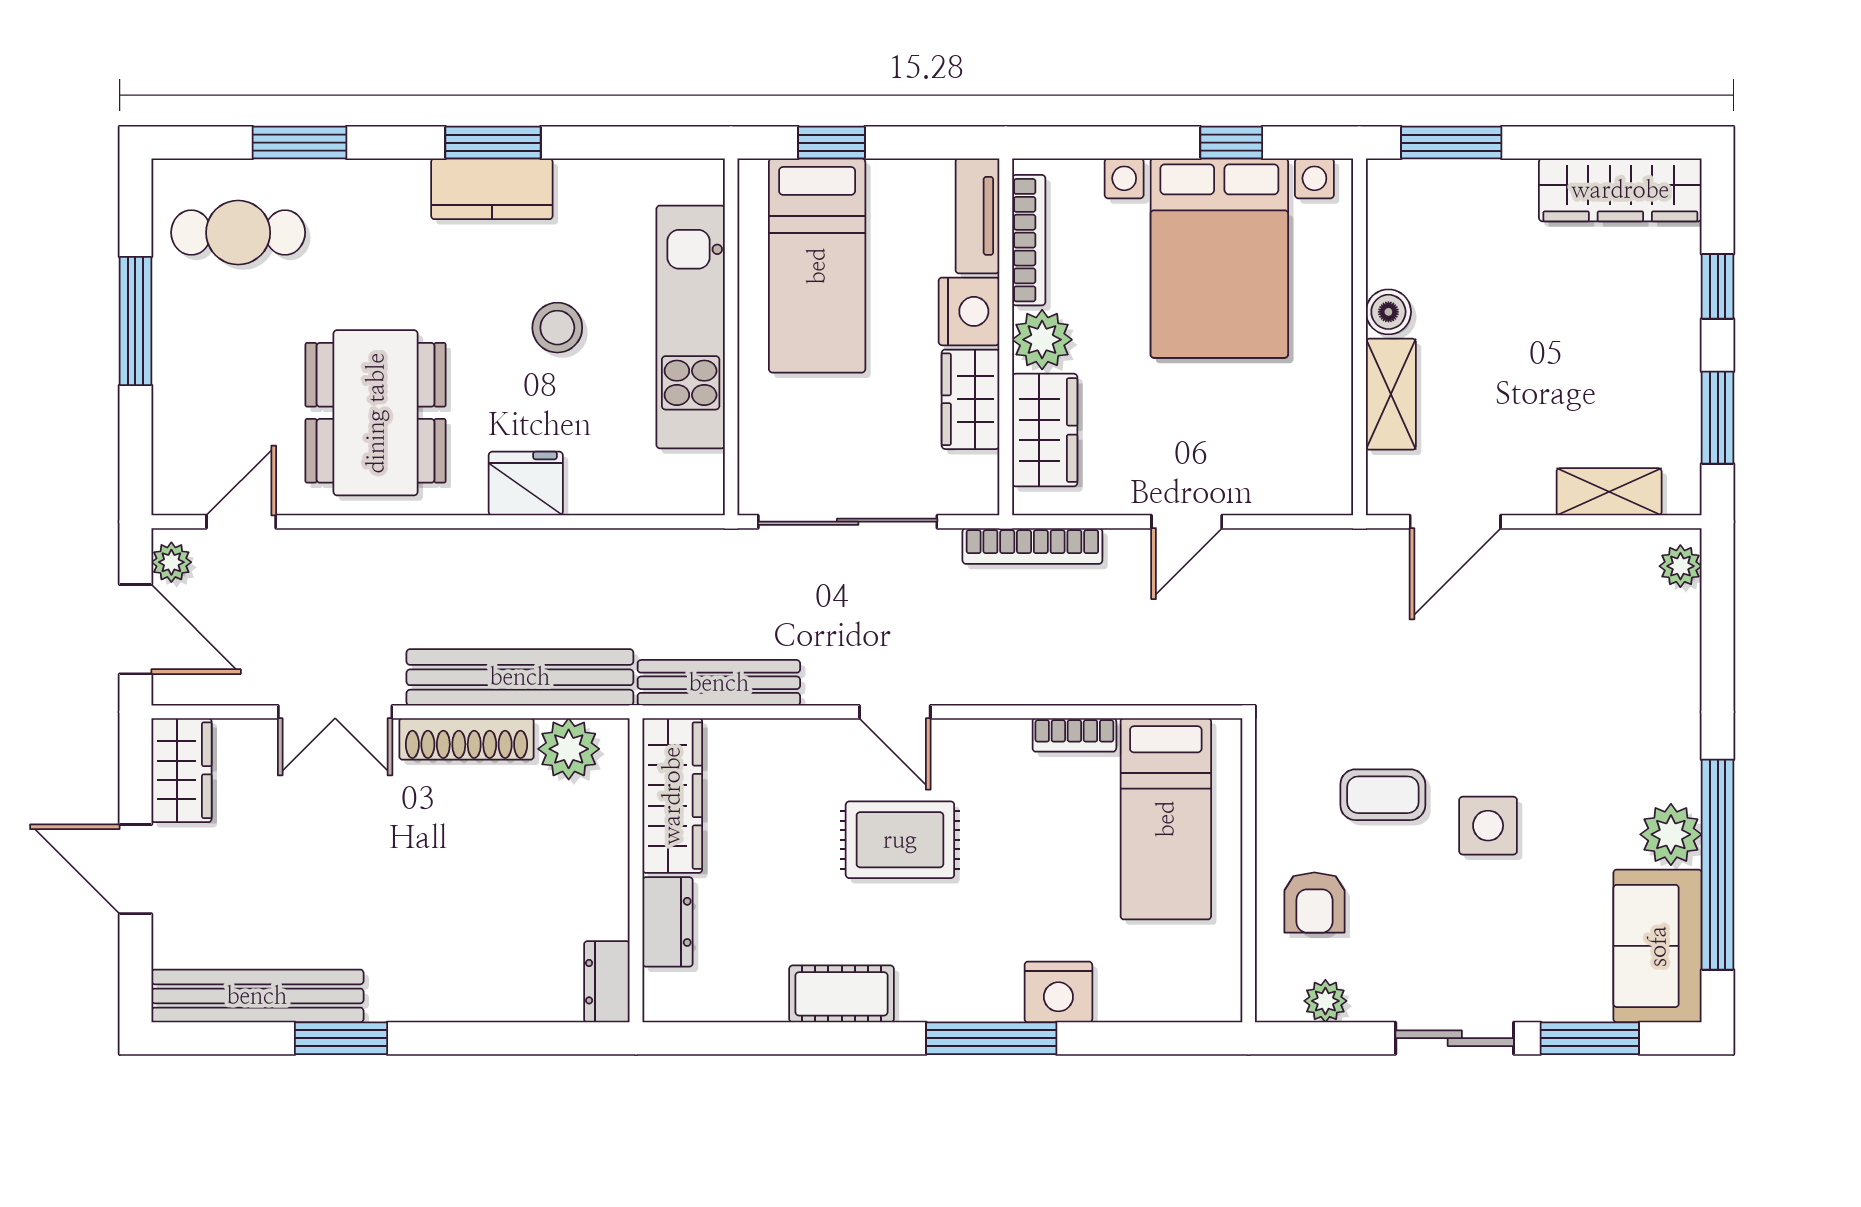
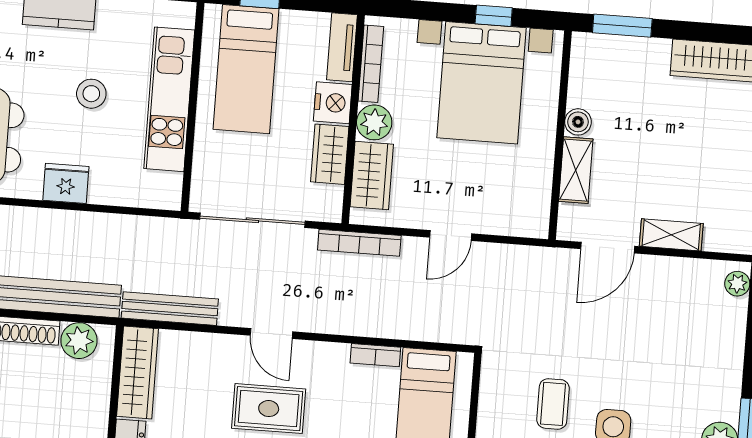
shelving: (1609, 492) -> (671, 235), moved
coffee table: (1383, 795) -> (553, 404), turned 90

